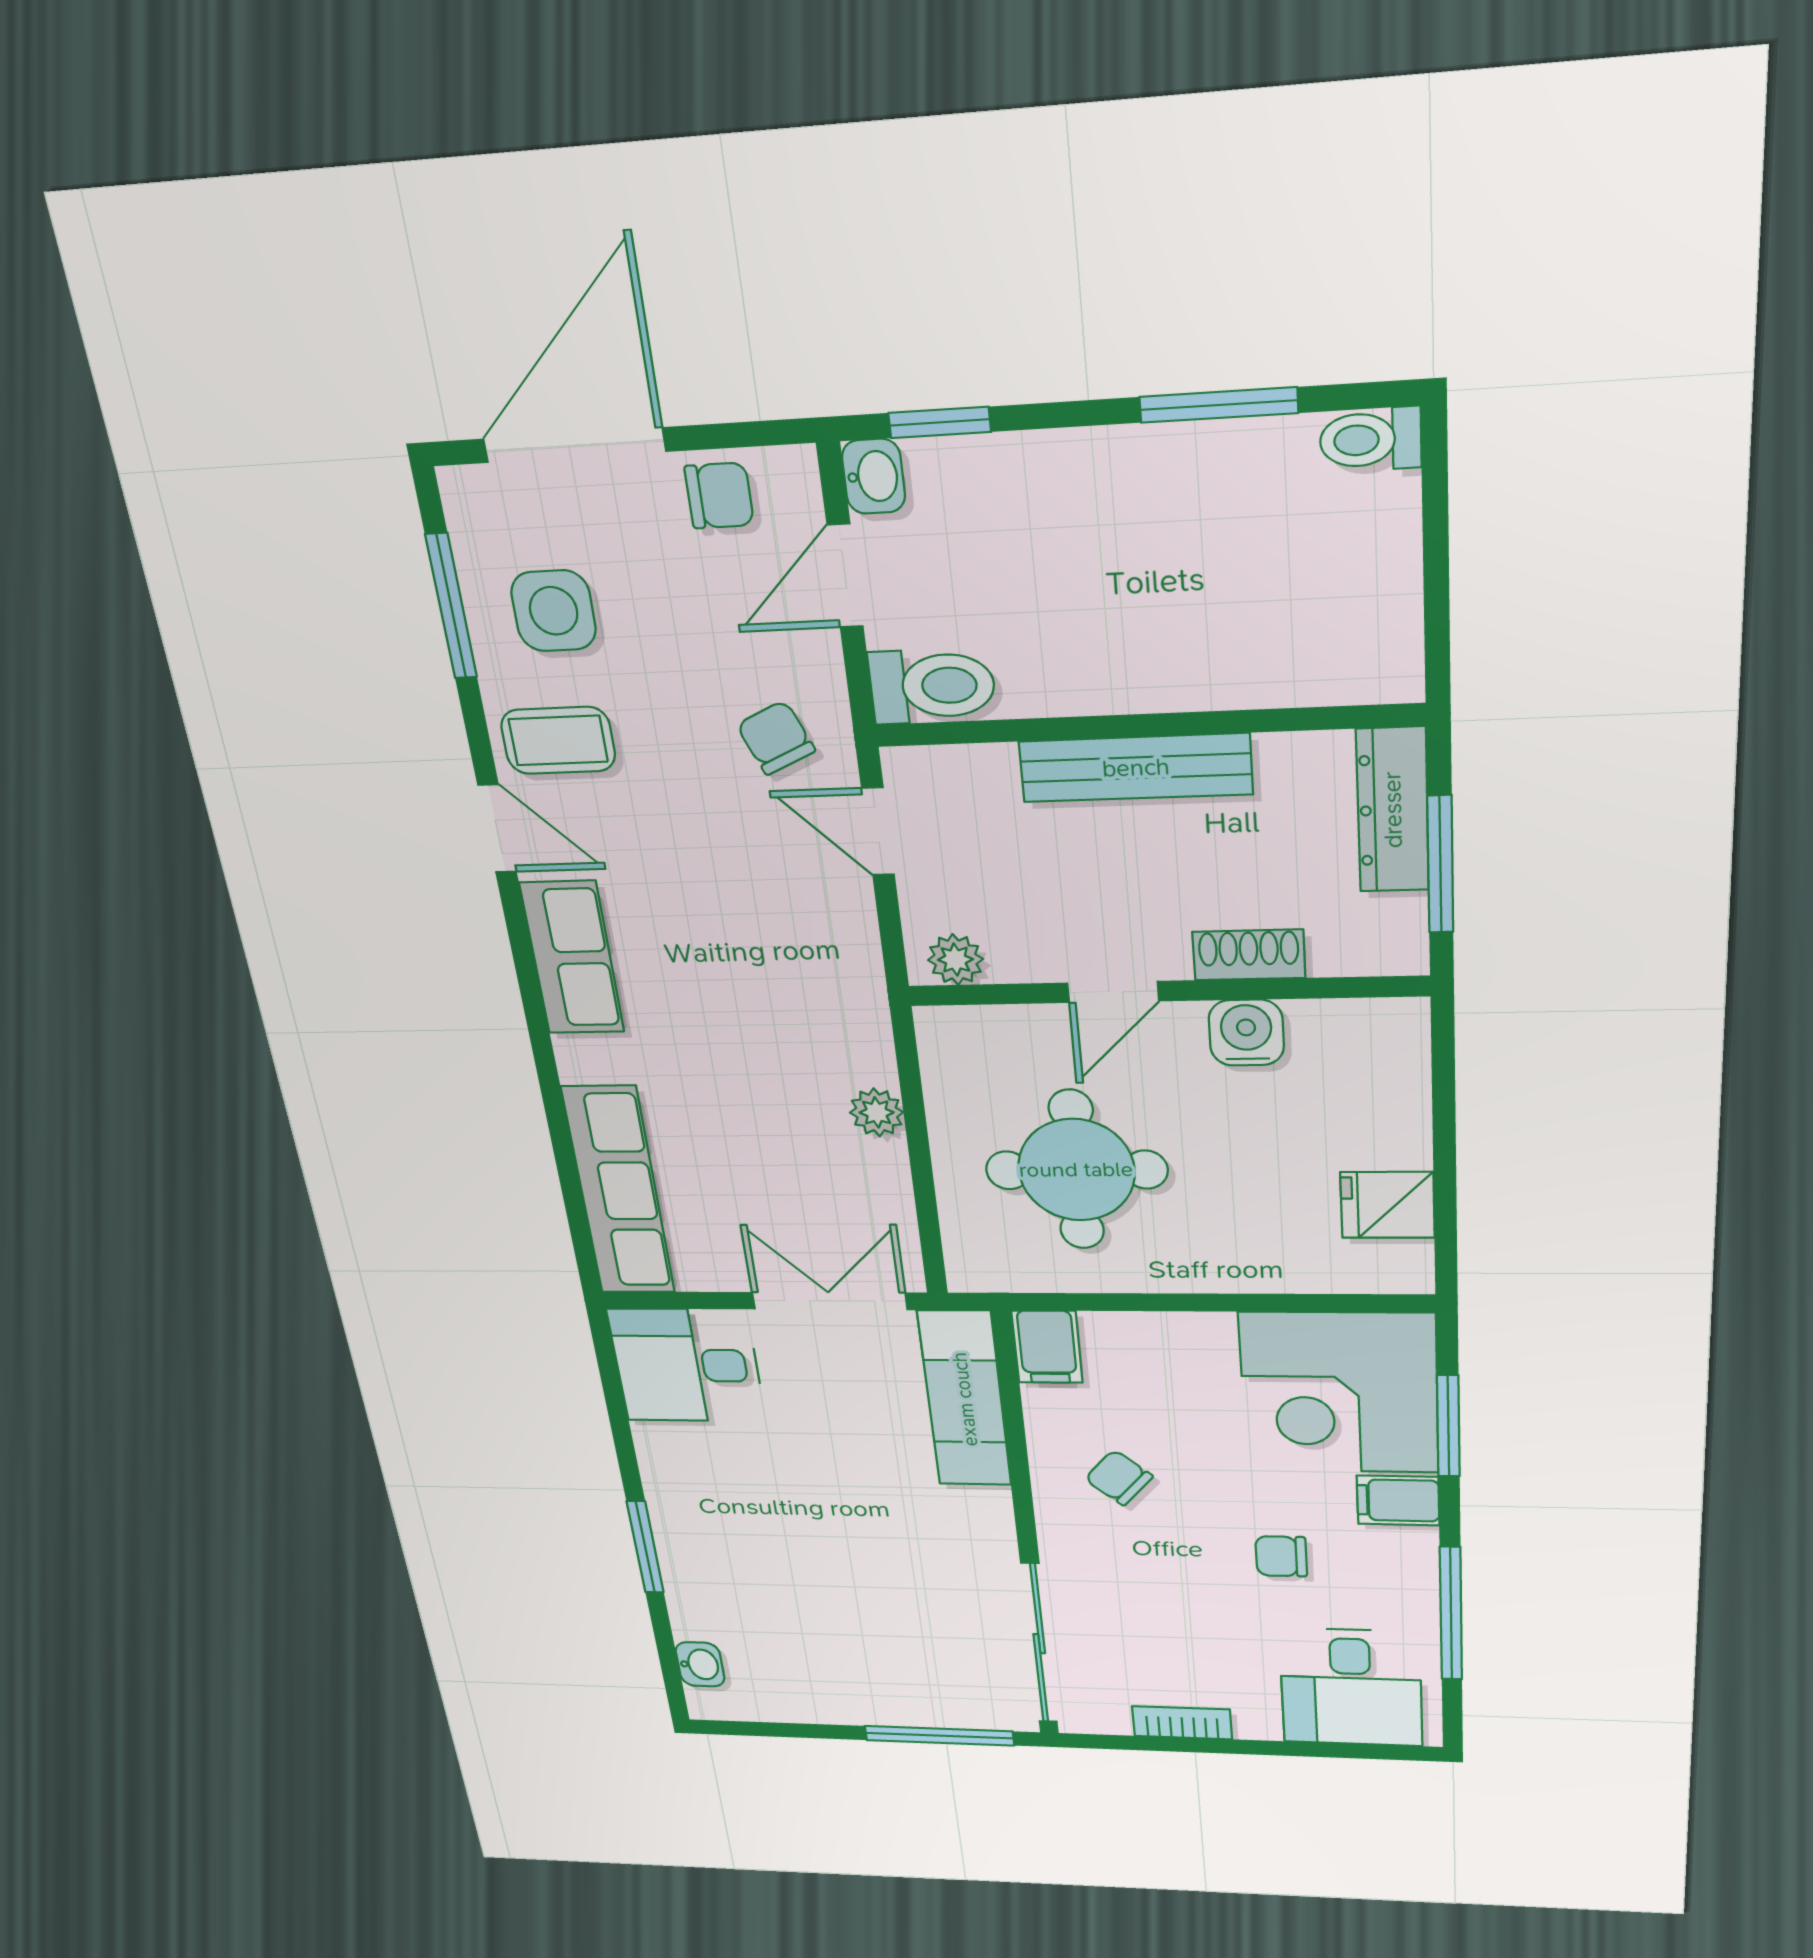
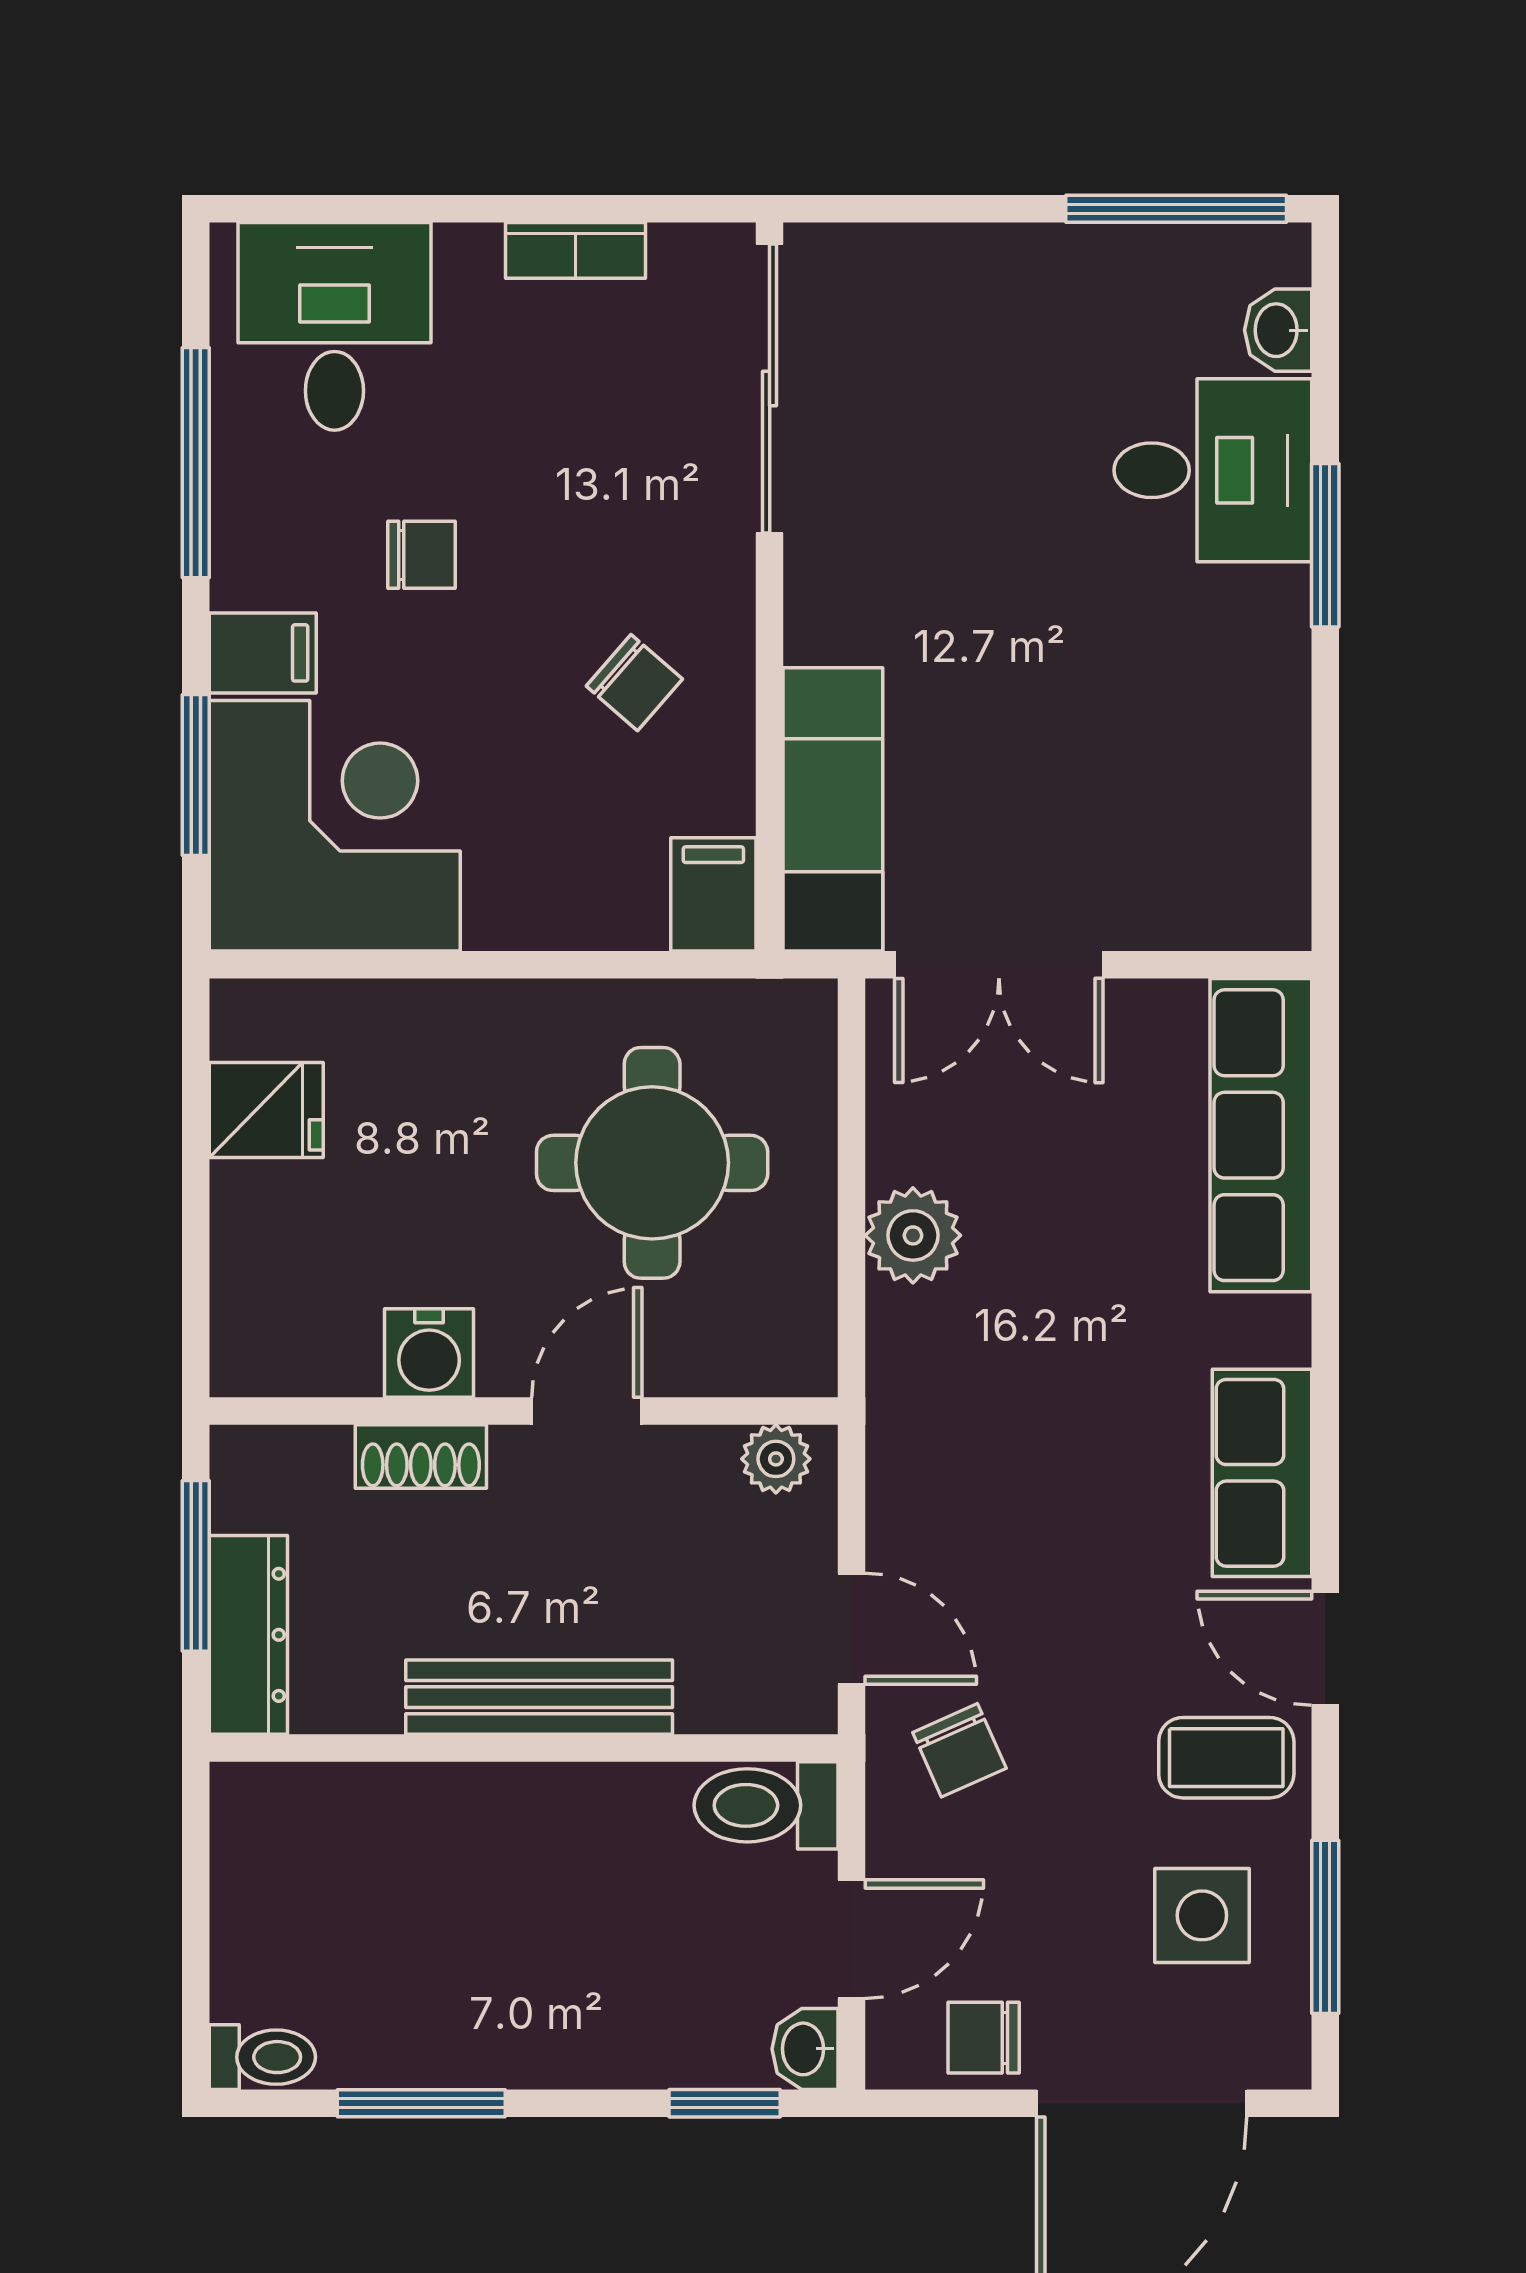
plant: (877, 1112) -> (913, 1235), width x1.38, depth x1.38
desk: (687, 1365) -> (1213, 470), moved
window: (939, 1736) -> (1176, 209), moved

